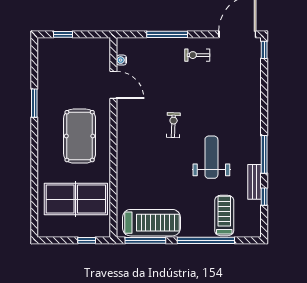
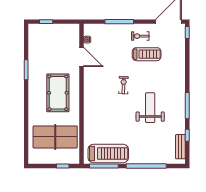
bench: (255, 182) -> (180, 147), moved
treadmill: (224, 215) -> (147, 54), moved, turned 90

